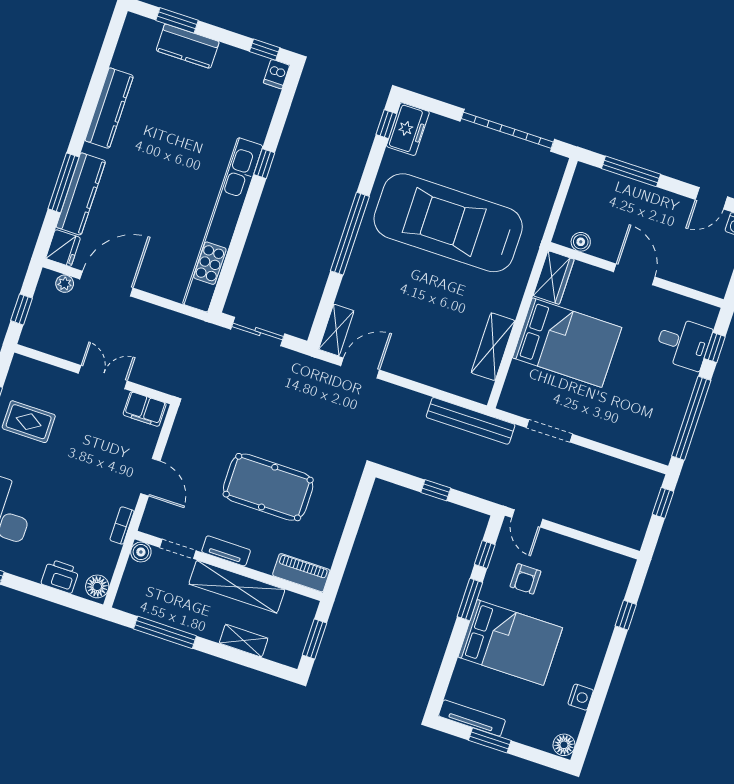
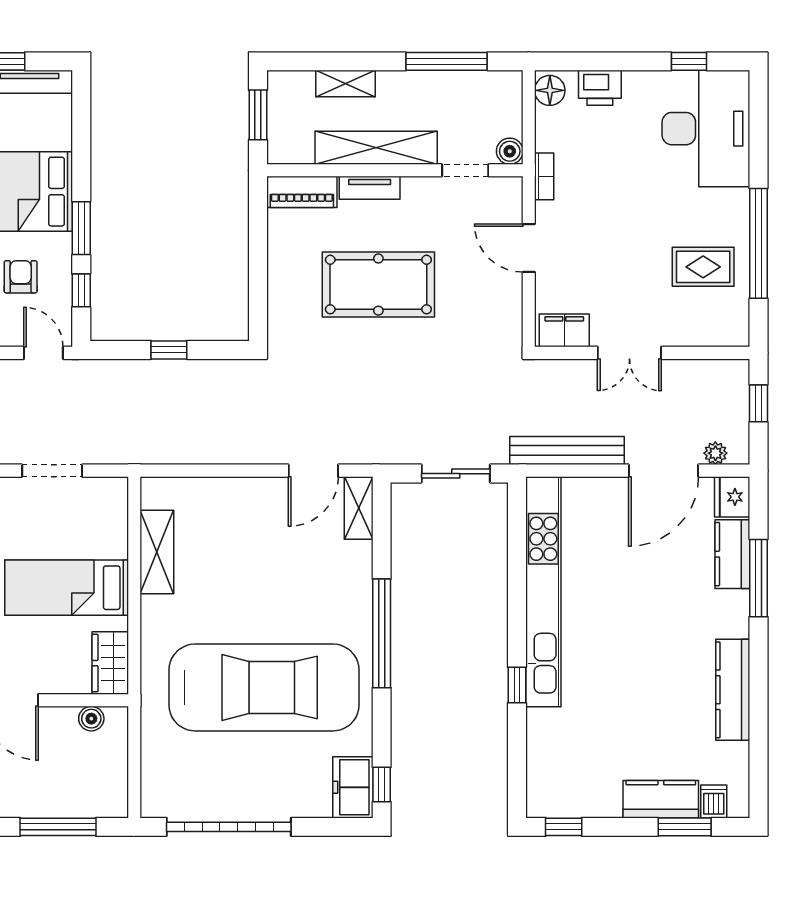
dishwasher: (277, 74) -> (714, 801), moved
kitchen counter: (81, 194) -> (732, 554), width x0.67
bed: (567, 343) -> (67, 588), width x0.67
bench: (471, 421) -> (567, 451), moved
tv unit: (226, 551) -> (370, 188), moved

